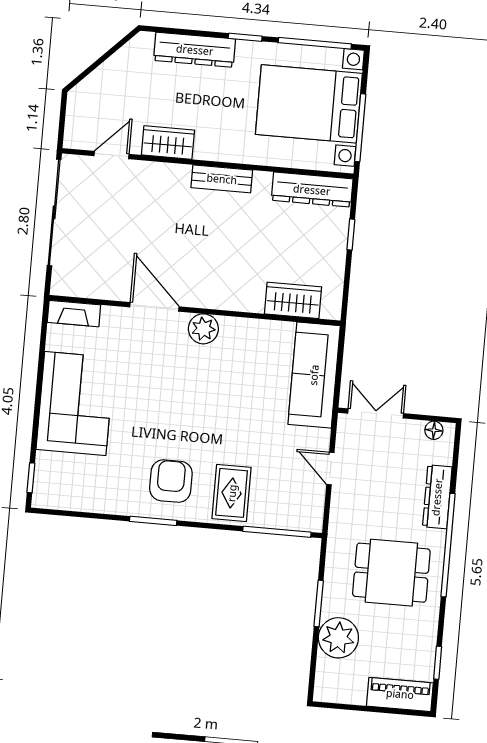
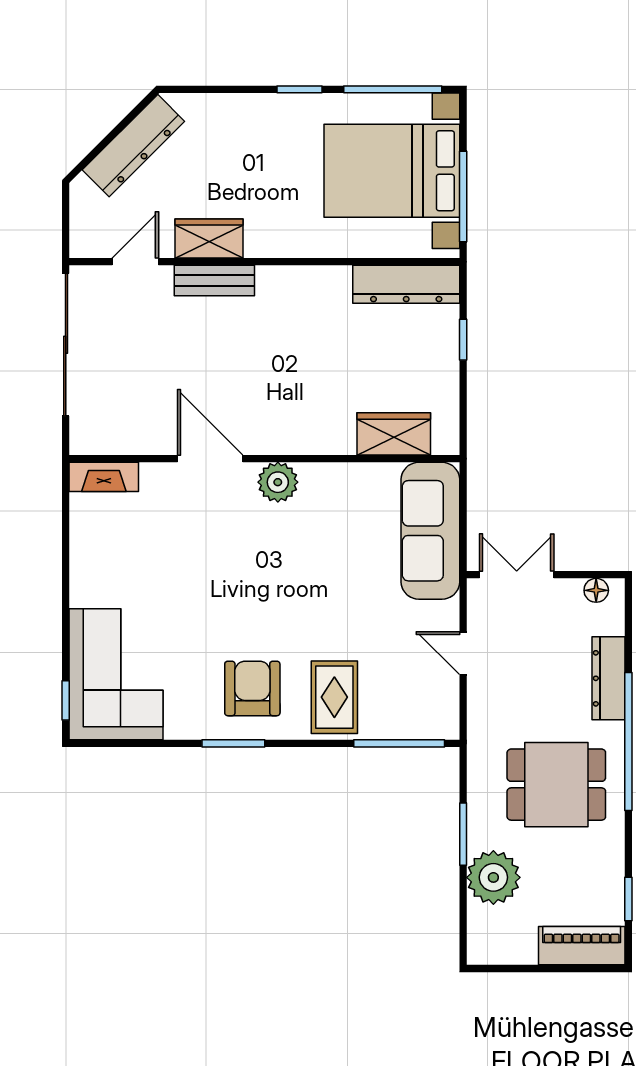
dresser: (195, 50) -> (133, 146), moved, turned -45
bench: (222, 179) -> (214, 281), moved
corner sofa: (75, 404) -> (116, 674), moved

